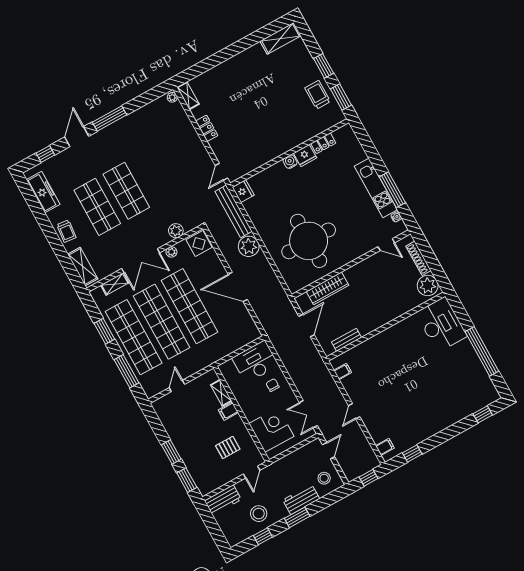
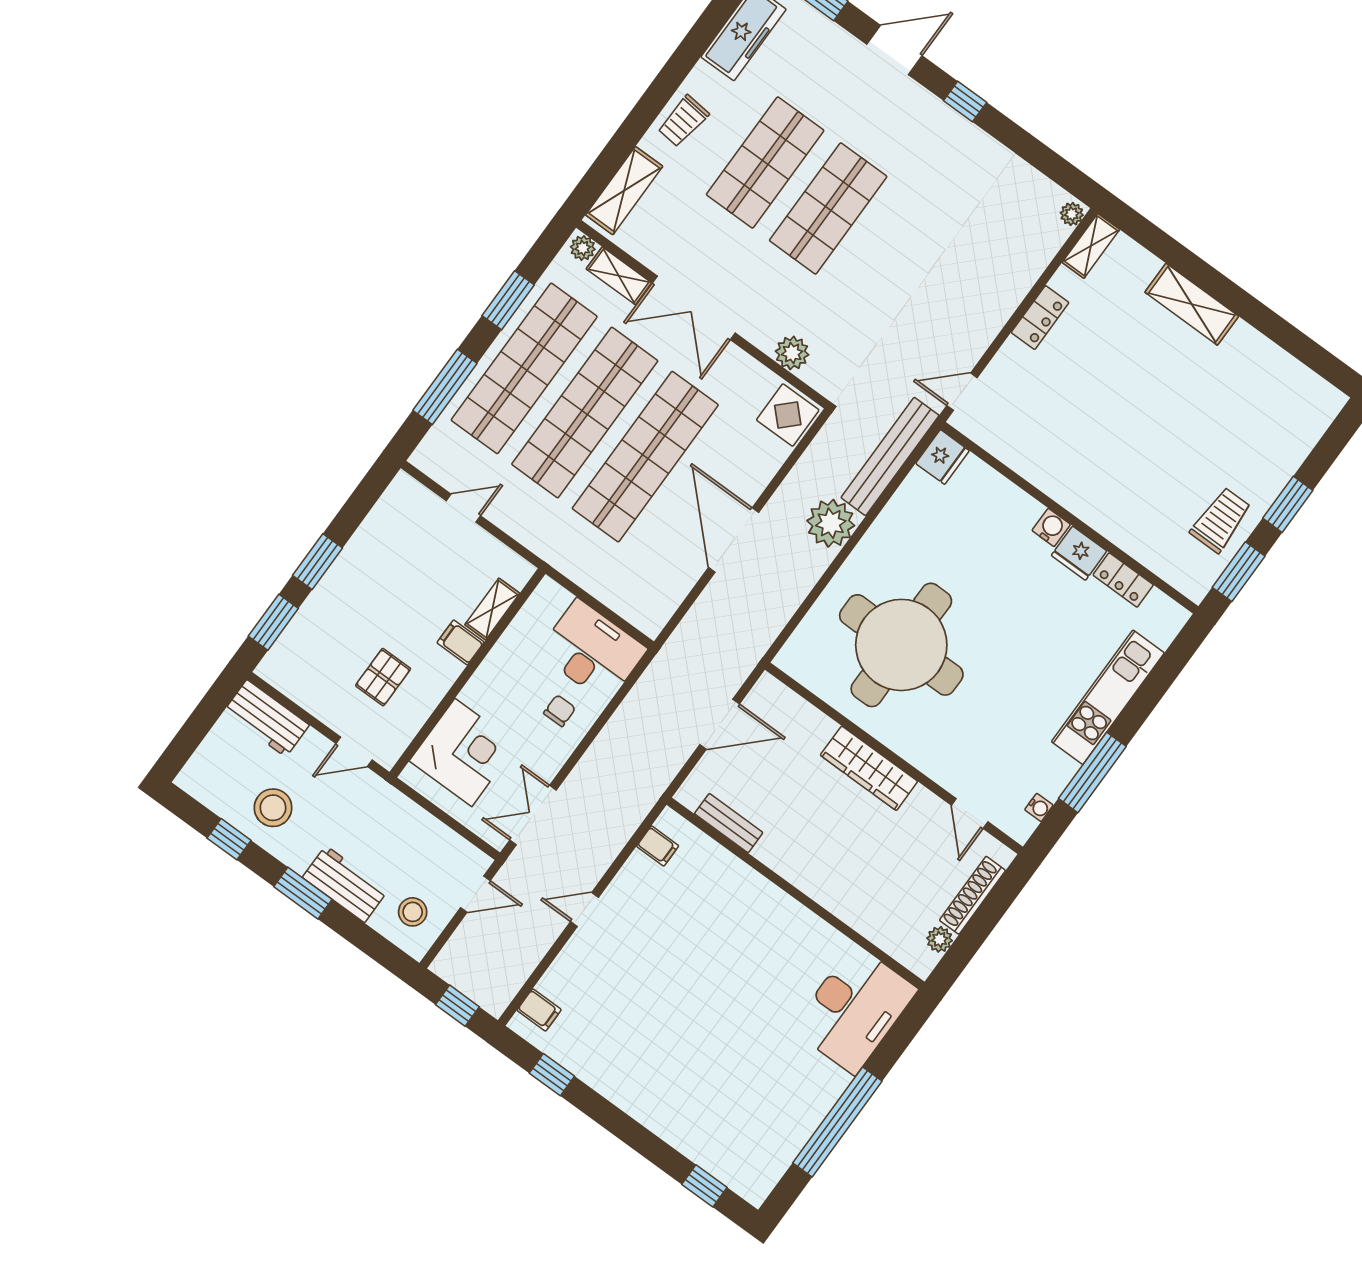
shelving: (280, 38) -> (1192, 304), moved
window: (110, 118) -> (965, 102), width x0.46
kitchen unit: (376, 188) -> (1108, 697), moved
plant: (171, 252) -> (583, 248), moved
plant: (428, 286) -> (940, 939), width x0.53, depth x0.53
wardrobe: (328, 288) -> (869, 768), moved
pallet: (228, 447) -> (383, 677), turned 90

